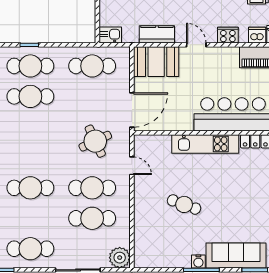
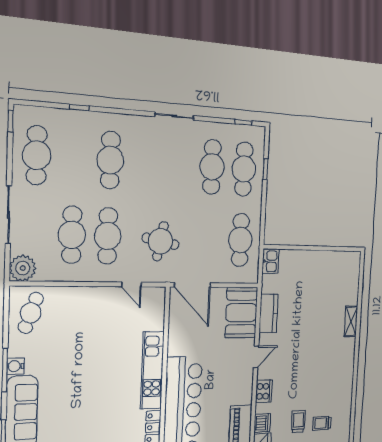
round table: (95, 141) -> (160, 241), turned 36
door: (132, 166) -> (131, 284), hinge flipped
cafe table: (184, 204) -> (31, 313), moved

